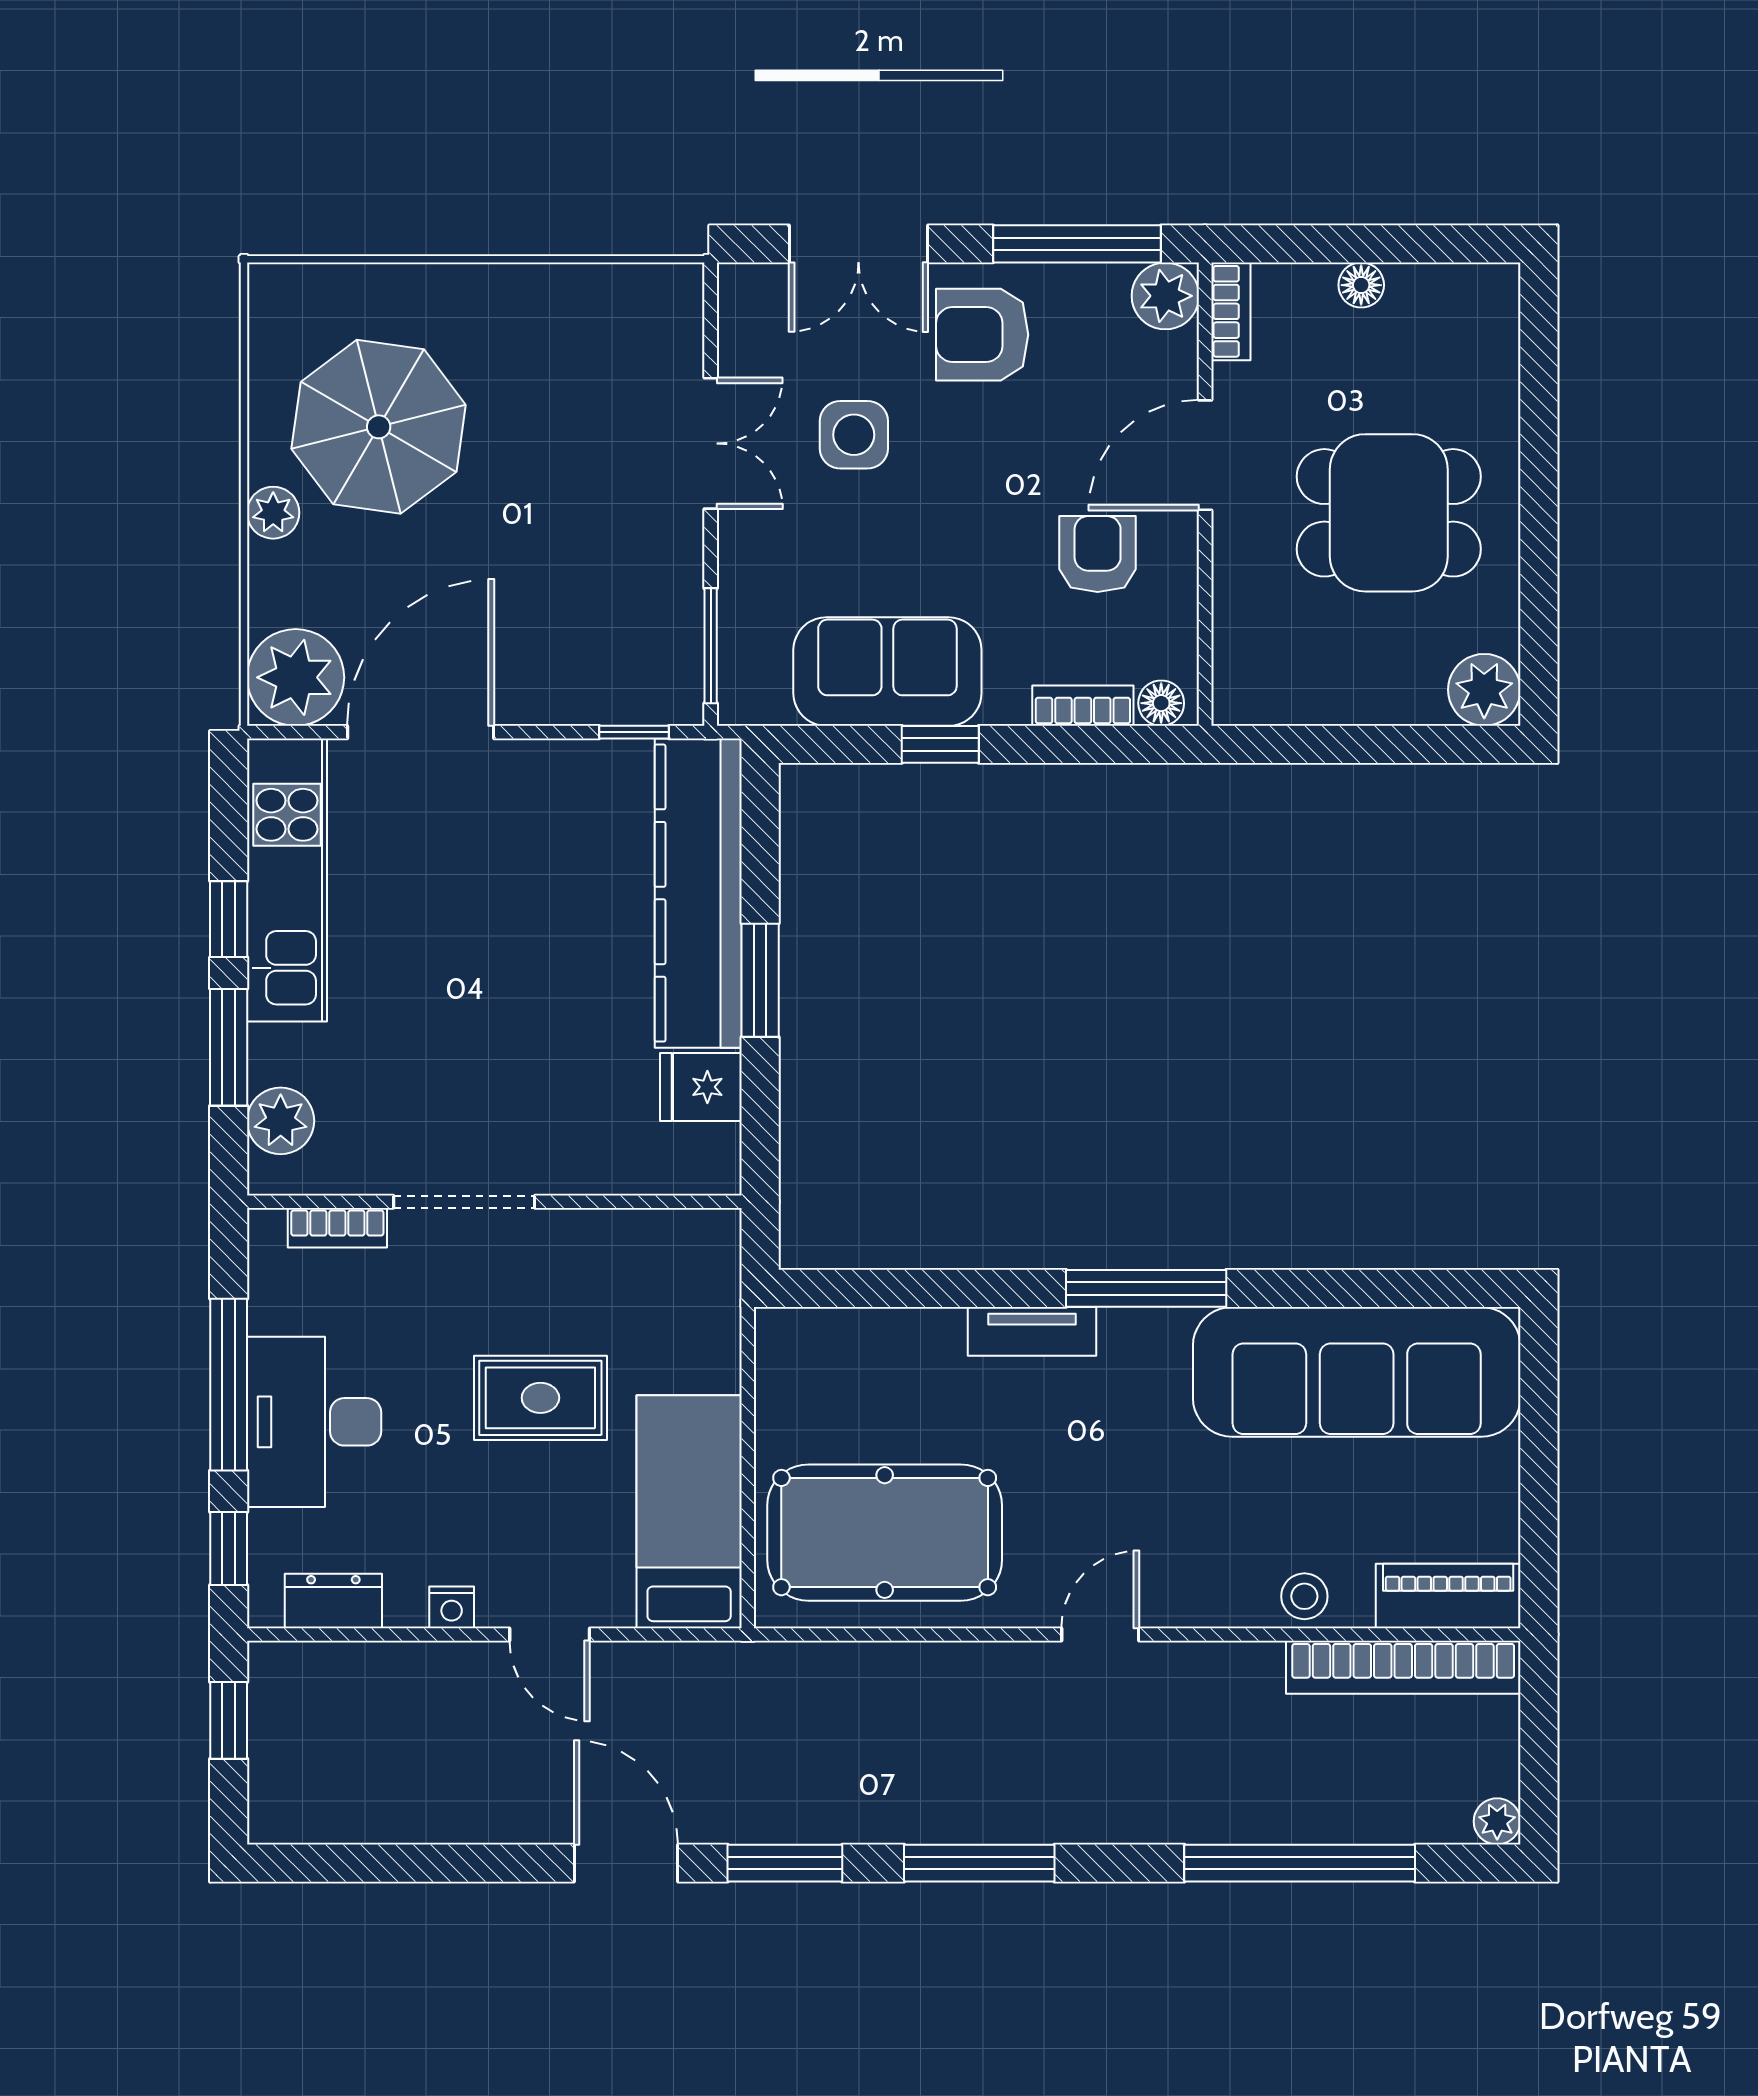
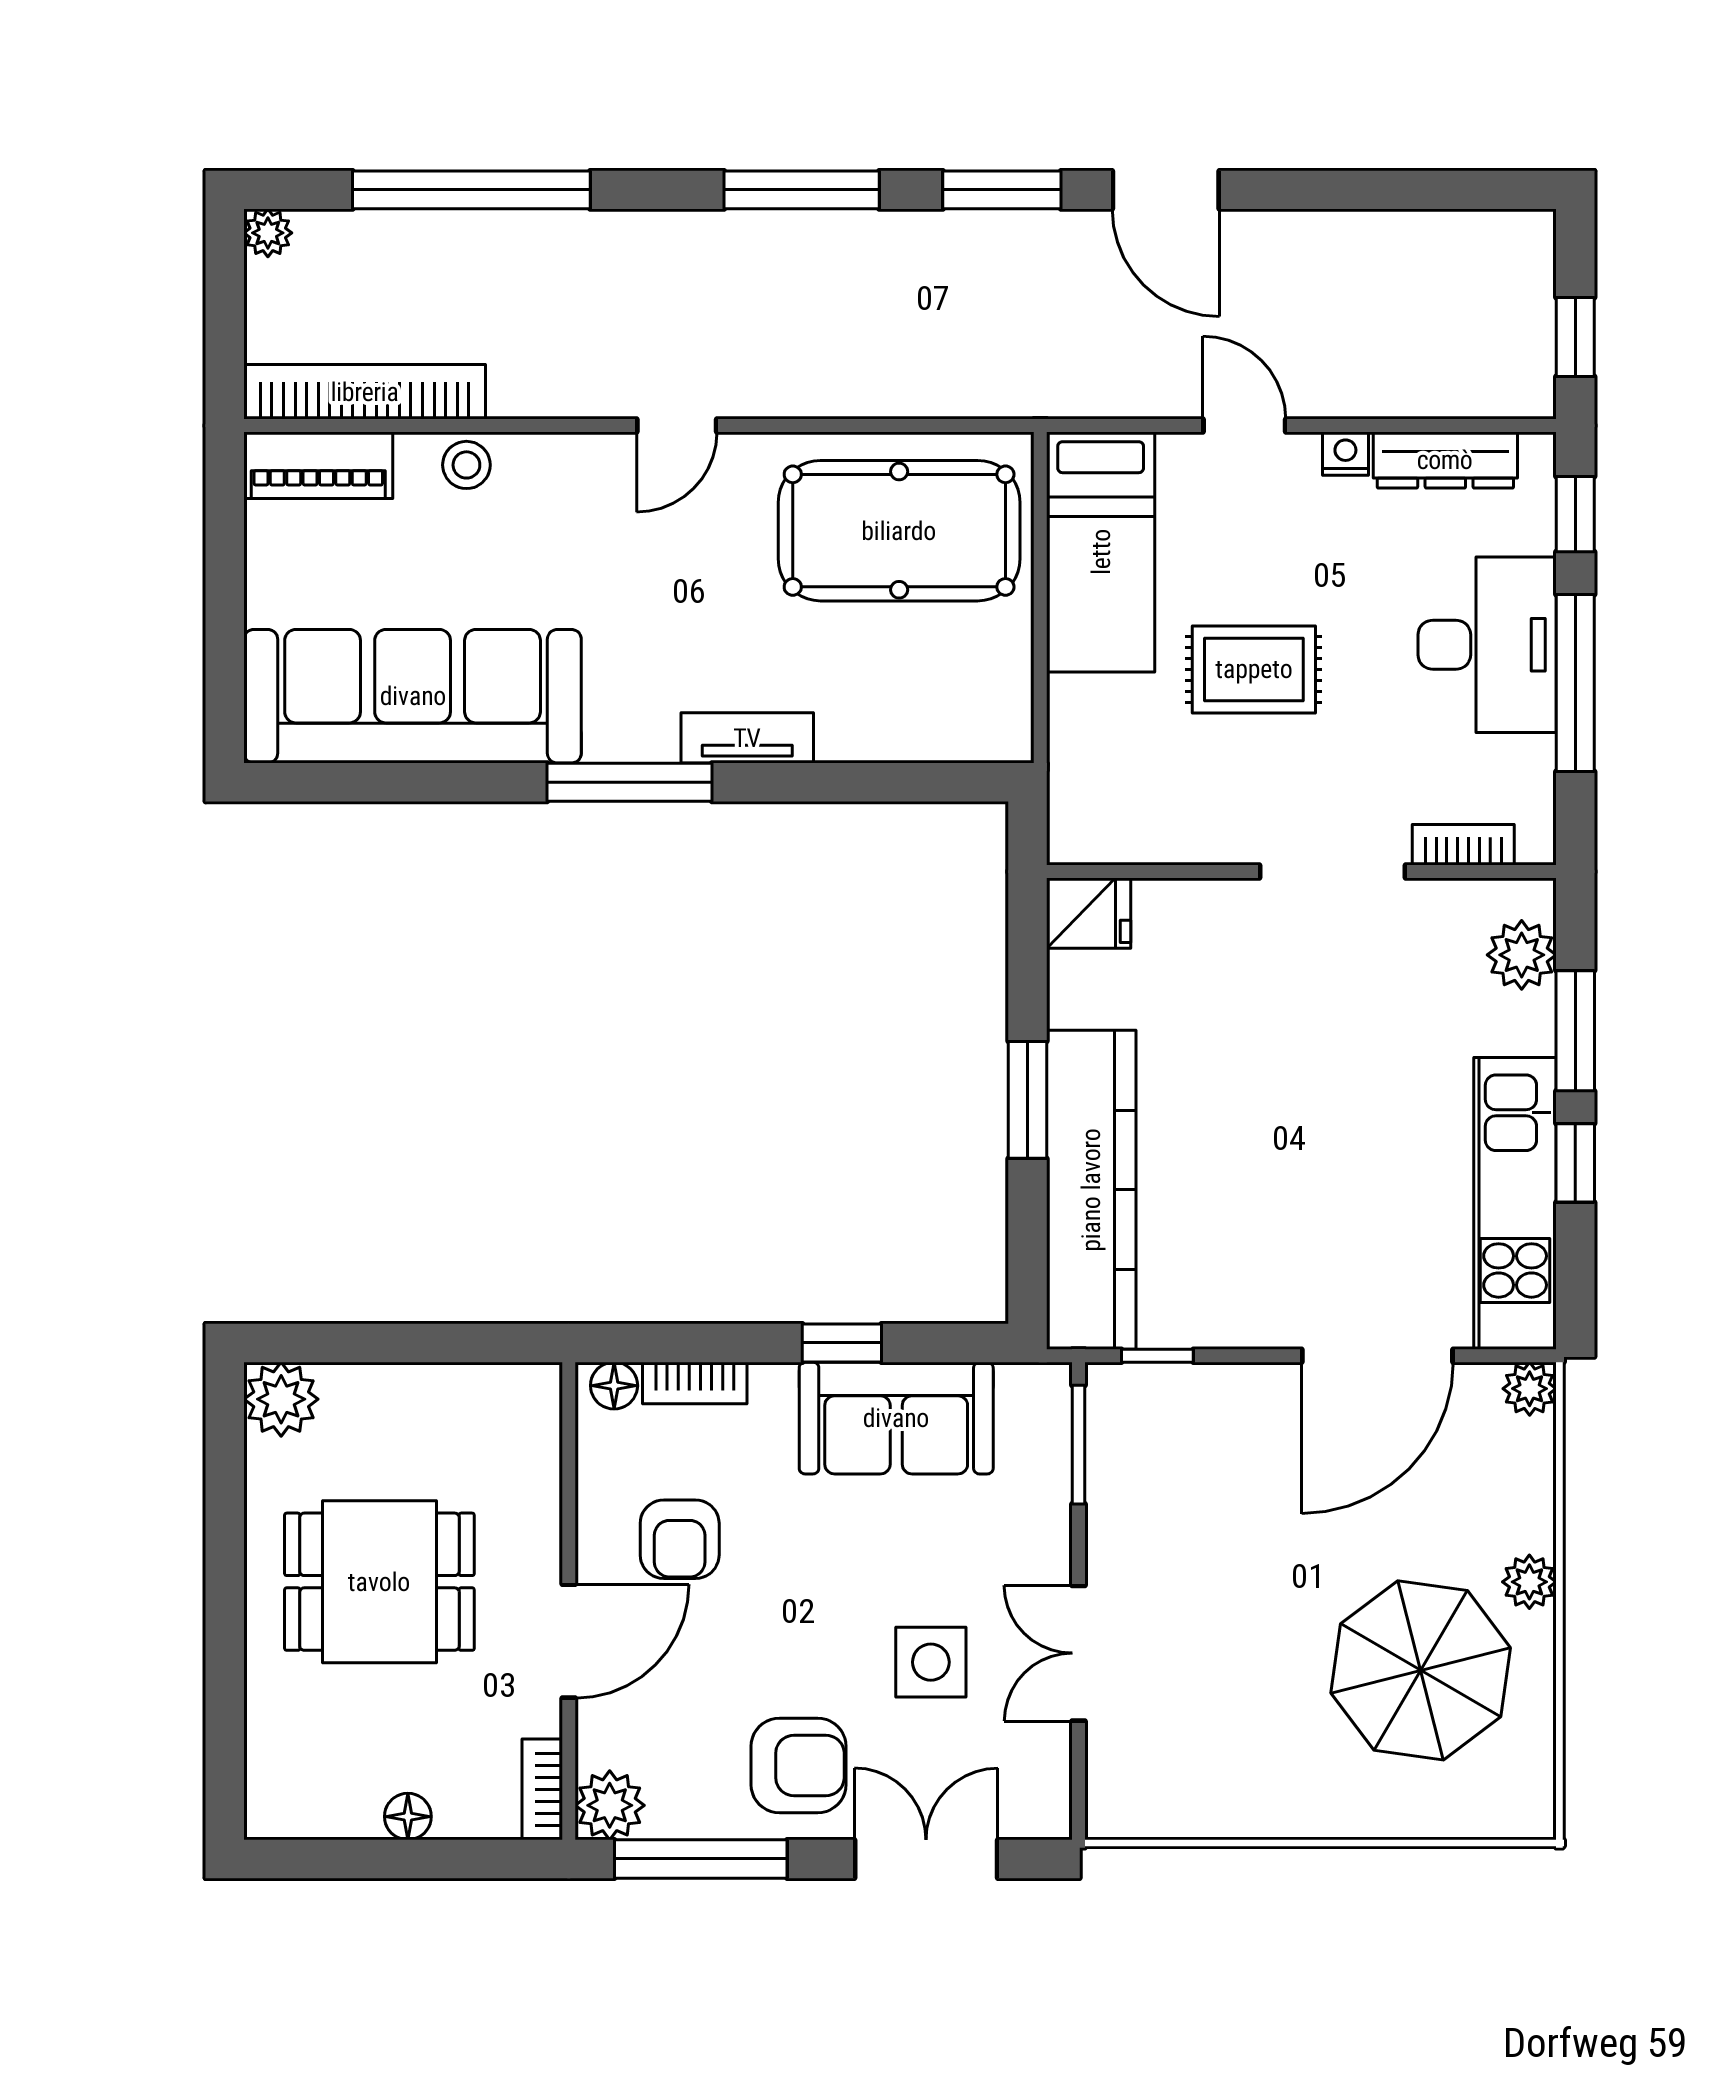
plant: (296, 677) -> (1530, 1389), width x0.53, depth x0.53
fridge: (701, 1087) -> (1089, 913), moved
dresser: (333, 1601) -> (1445, 460), width x1.44

